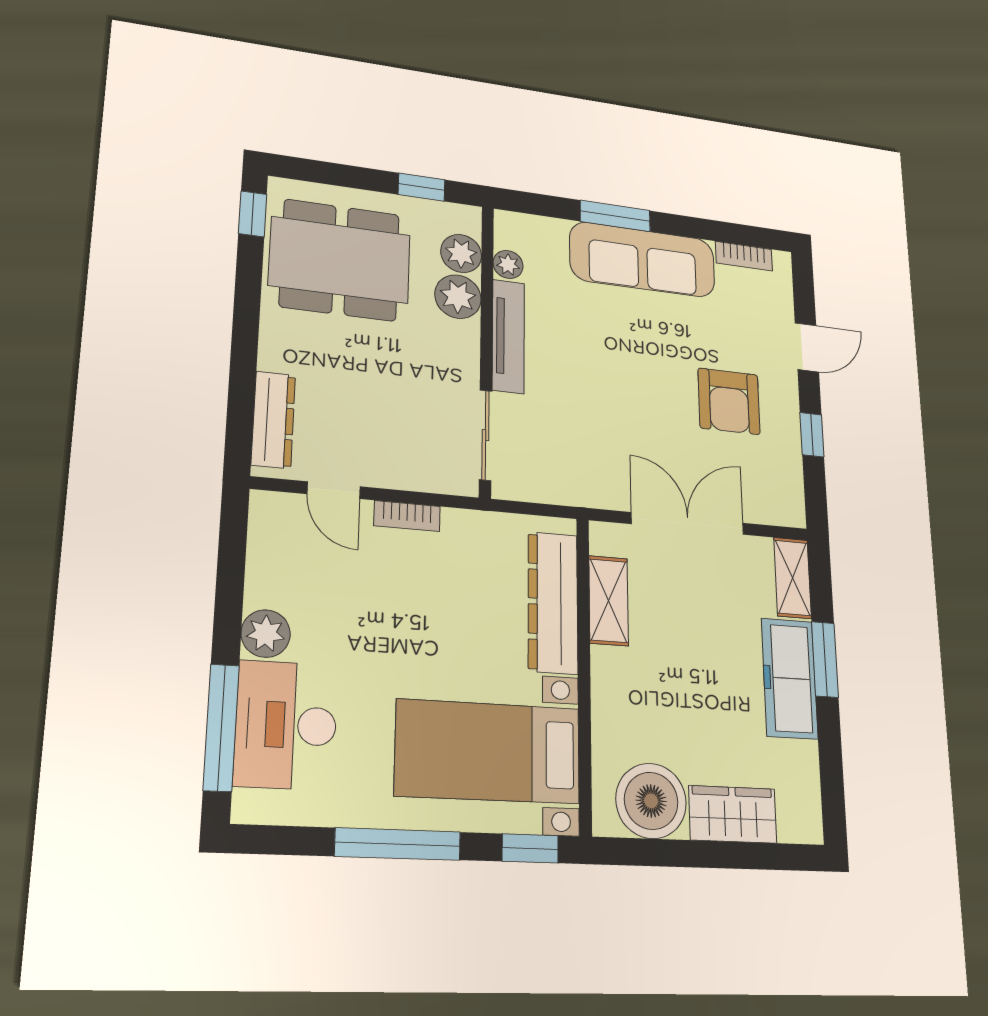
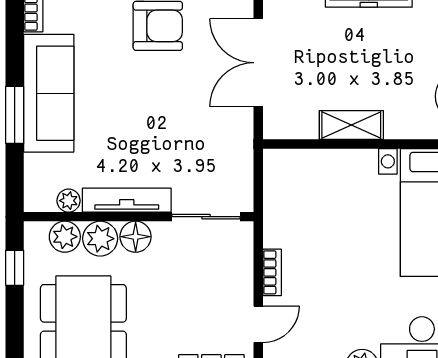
floor lamp: (460, 341) -> (136, 237), added
shelving: (609, 601) -> (351, 125), moved
dresser: (553, 603) -> (326, 167), removed

